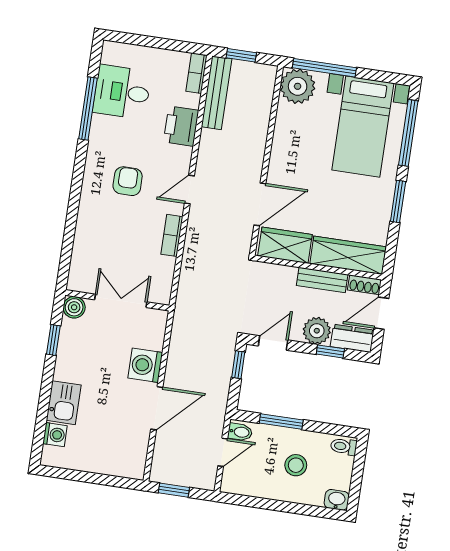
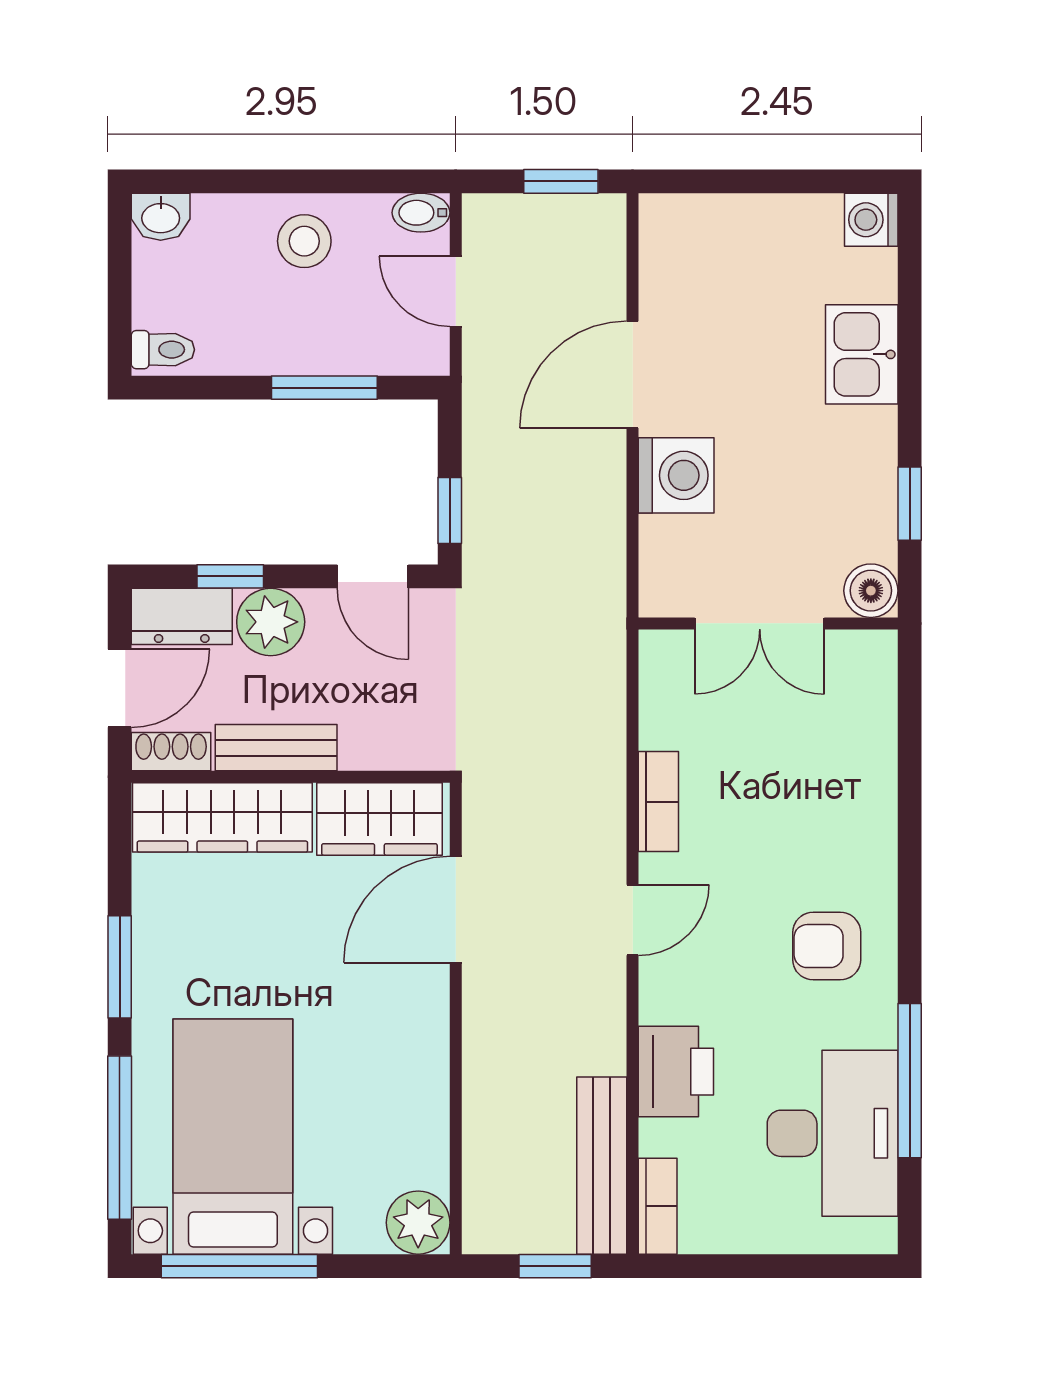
window: (324, 68) -> (239, 1266), moved
plant: (298, 86) -> (418, 1223), width x0.73, depth x0.73
desk: (122, 92) -> (833, 1133), width x1.37
armchair: (128, 181) -> (827, 946), moved, turned 90
door: (273, 343) -> (373, 576), hinge flipped
bidet: (240, 432) -> (421, 213), moved
washing machine: (55, 435) -> (871, 220), moved
door: (223, 452) -> (456, 291), hinge flipped
stool: (296, 465) -> (304, 241), moved

